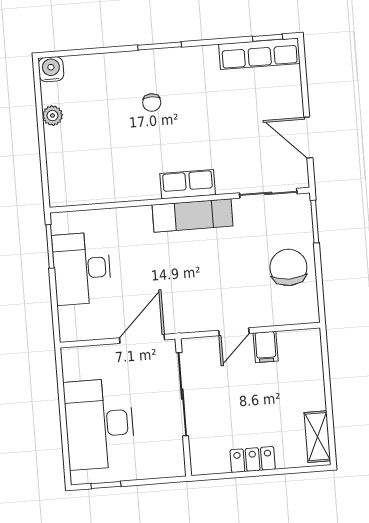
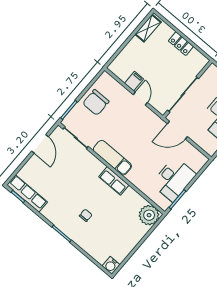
plant: (52, 116) -> (149, 215), moved, width x1.88, depth x1.88
row of seats: (188, 184) -> (114, 181), moved
door: (234, 332) -> (140, 99), hinge flipped

